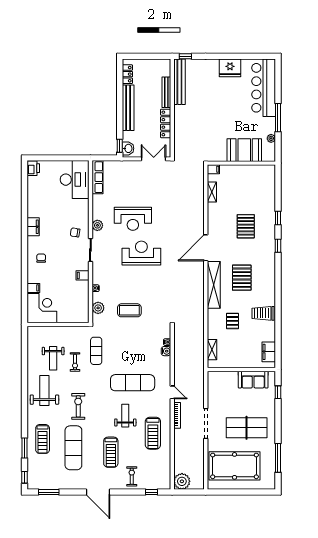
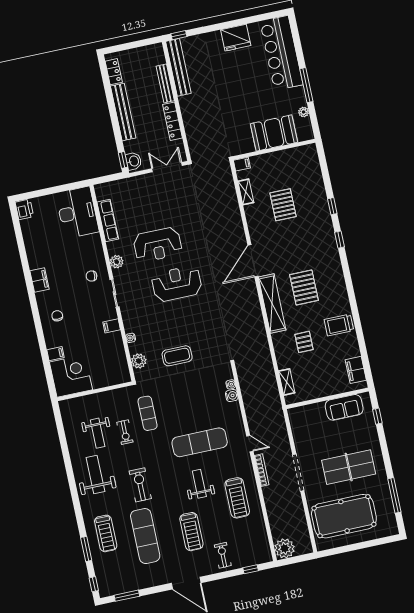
row of seats: (97, 177) -> (108, 220), moved
pallet: (246, 226) -> (283, 205), moved

